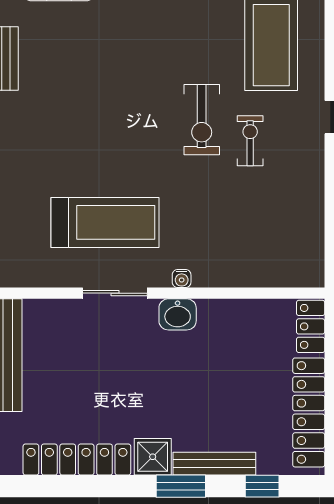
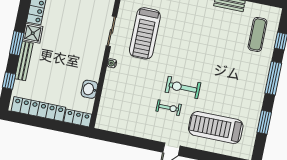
washbasin: (178, 314) -> (89, 89), moved

